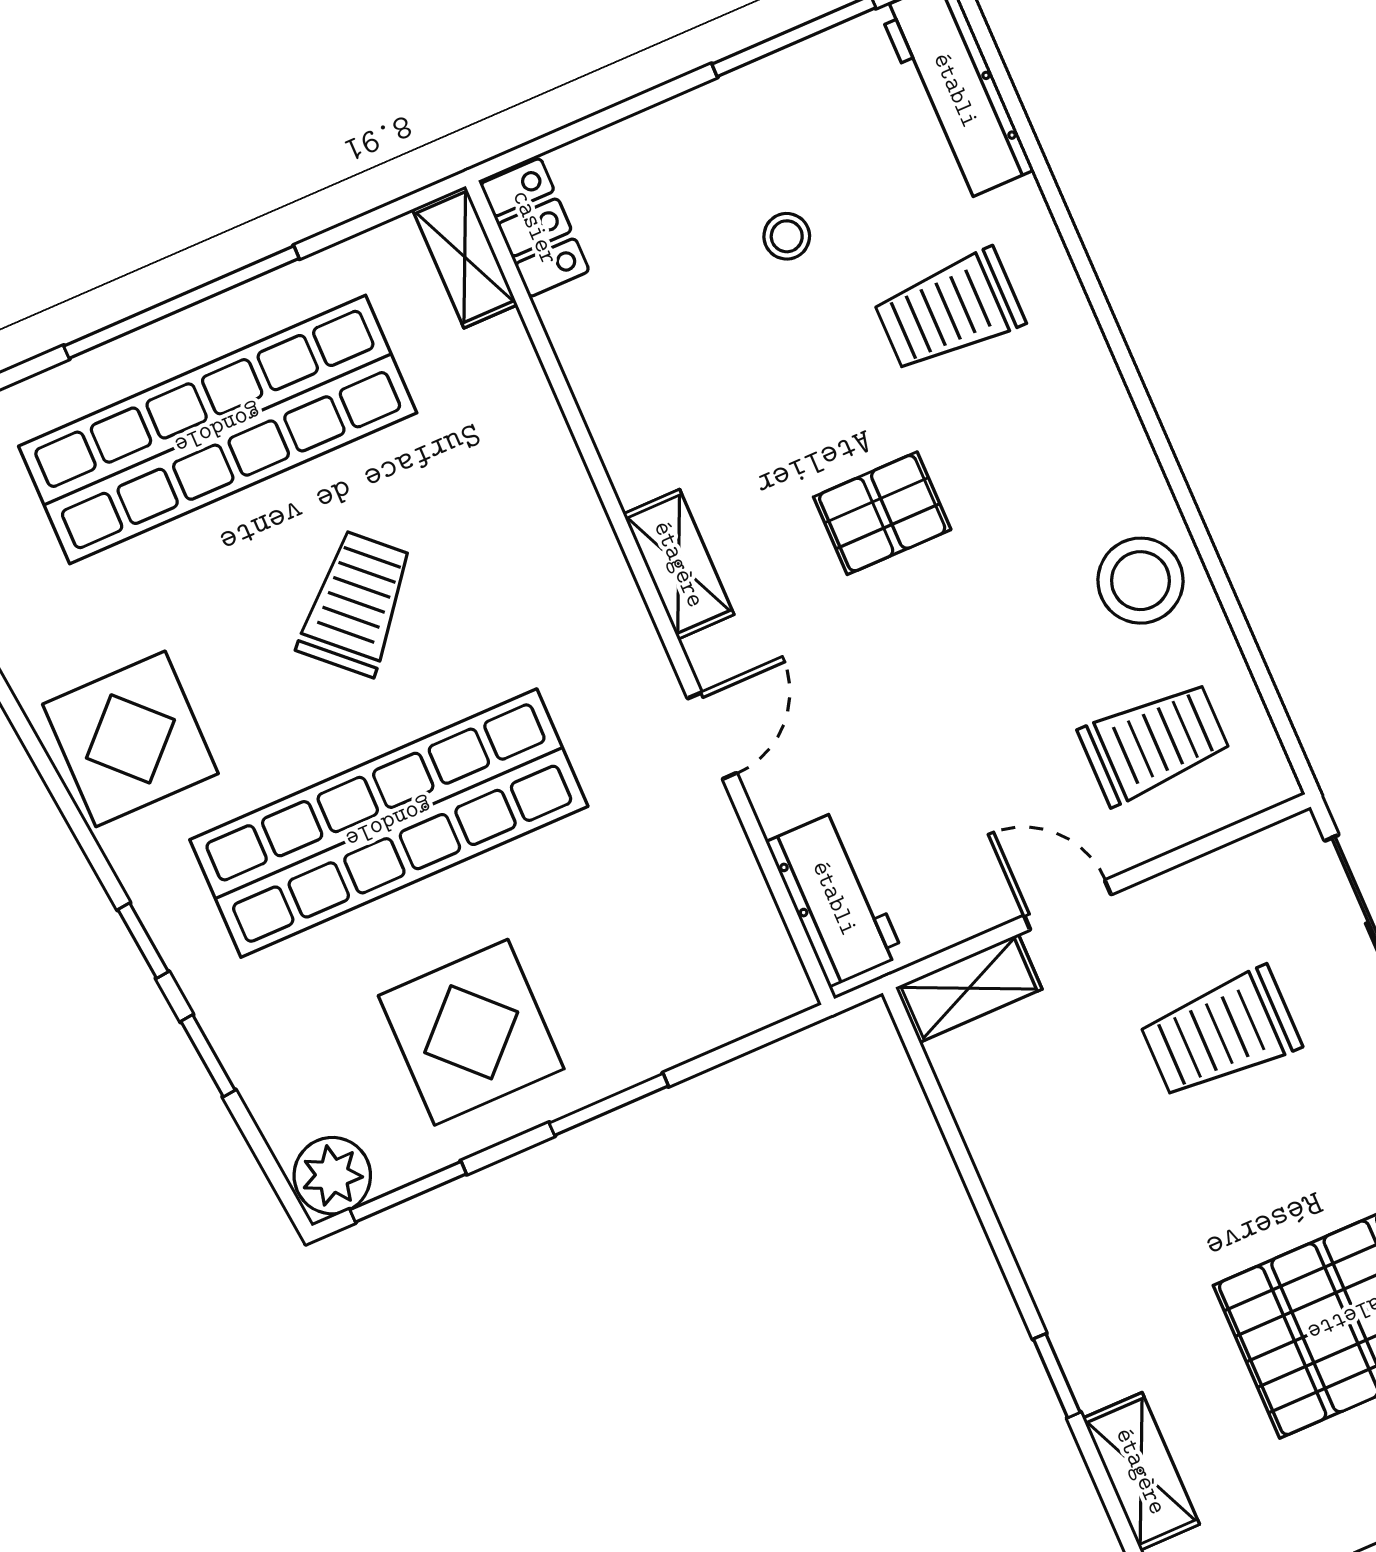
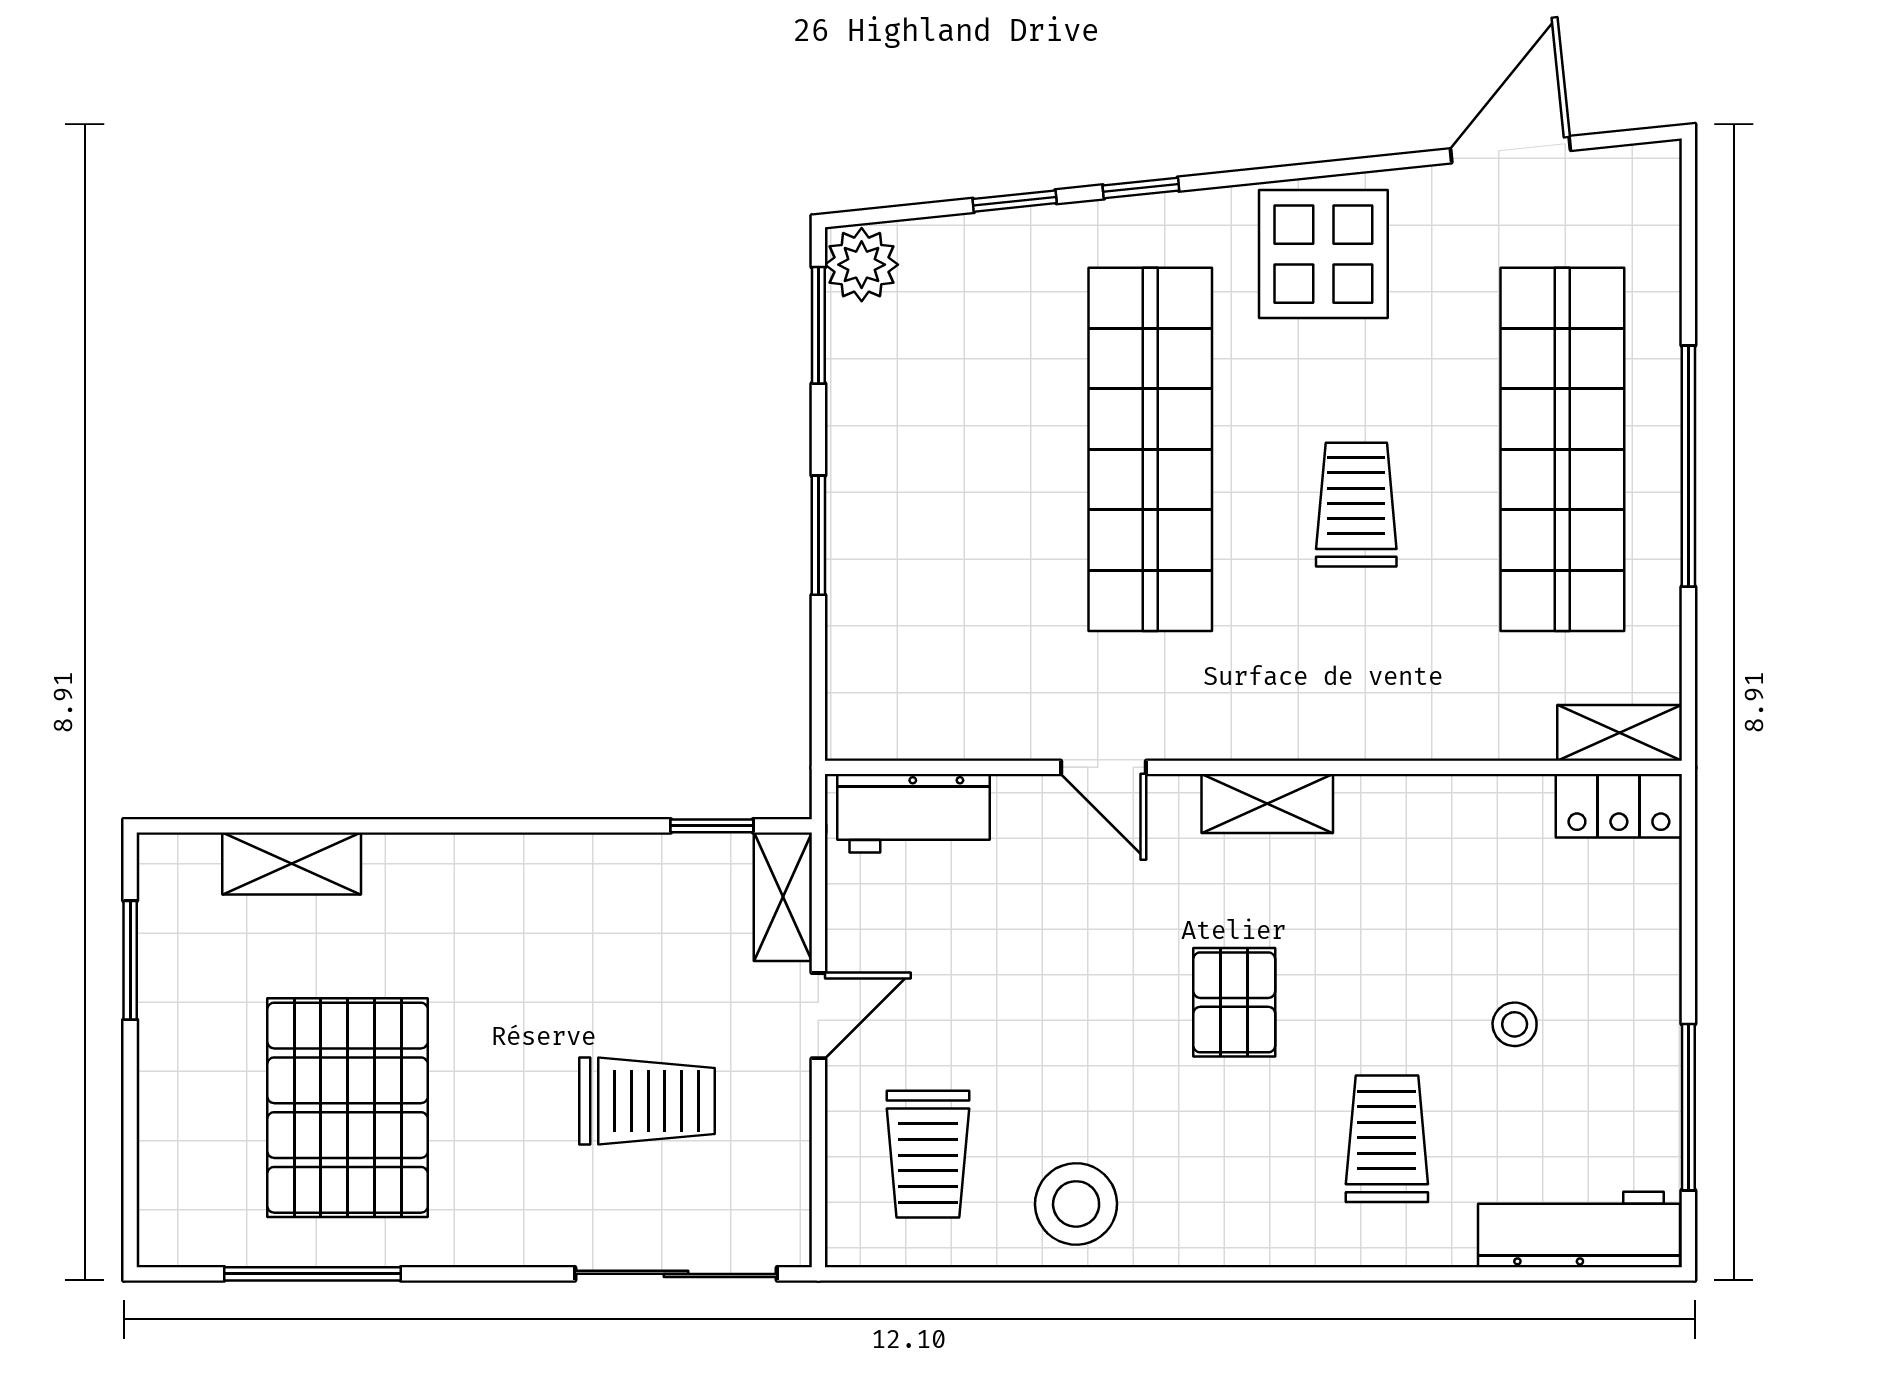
trolley: (356, 603) -> (1356, 505), turned -133
display table: (471, 1032) -> (935, 442), removed
trolley: (1220, 1033) -> (647, 1101), turned 90
window: (1057, 1376) -> (712, 826), moved

